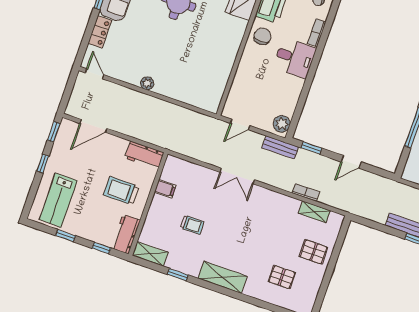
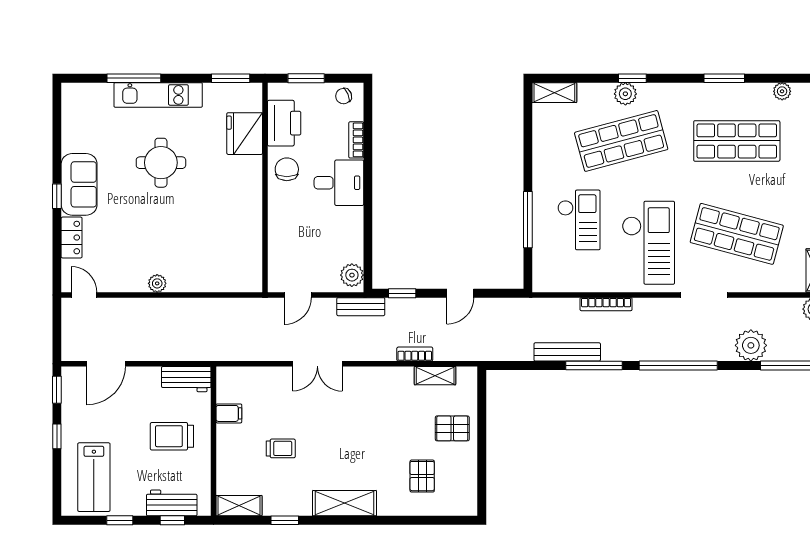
workbench: (126, 234) -> (172, 503), moved, turned 90
pallet: (282, 277) -> (422, 476), turned 90

